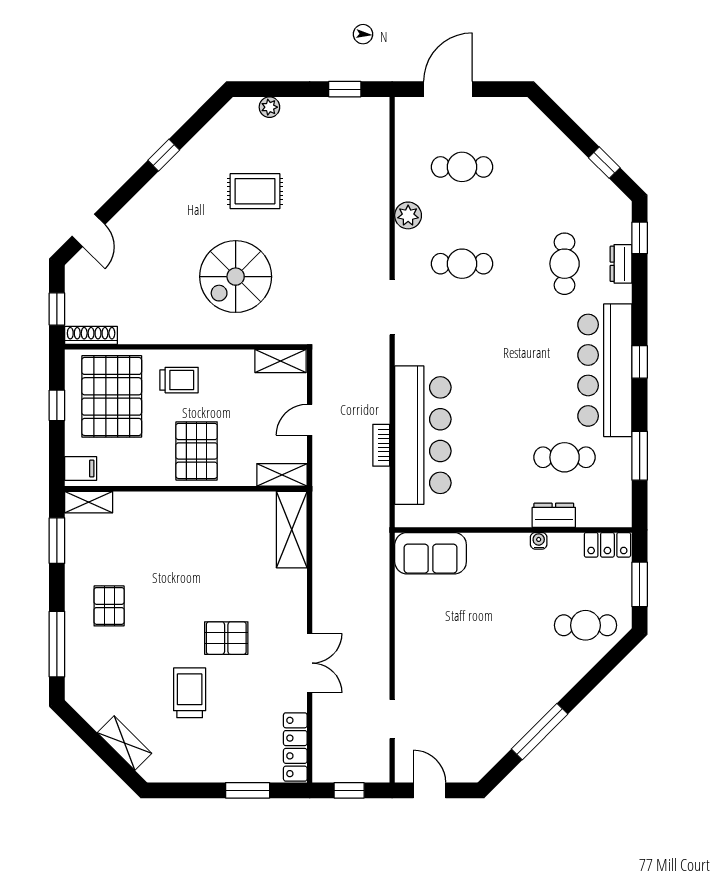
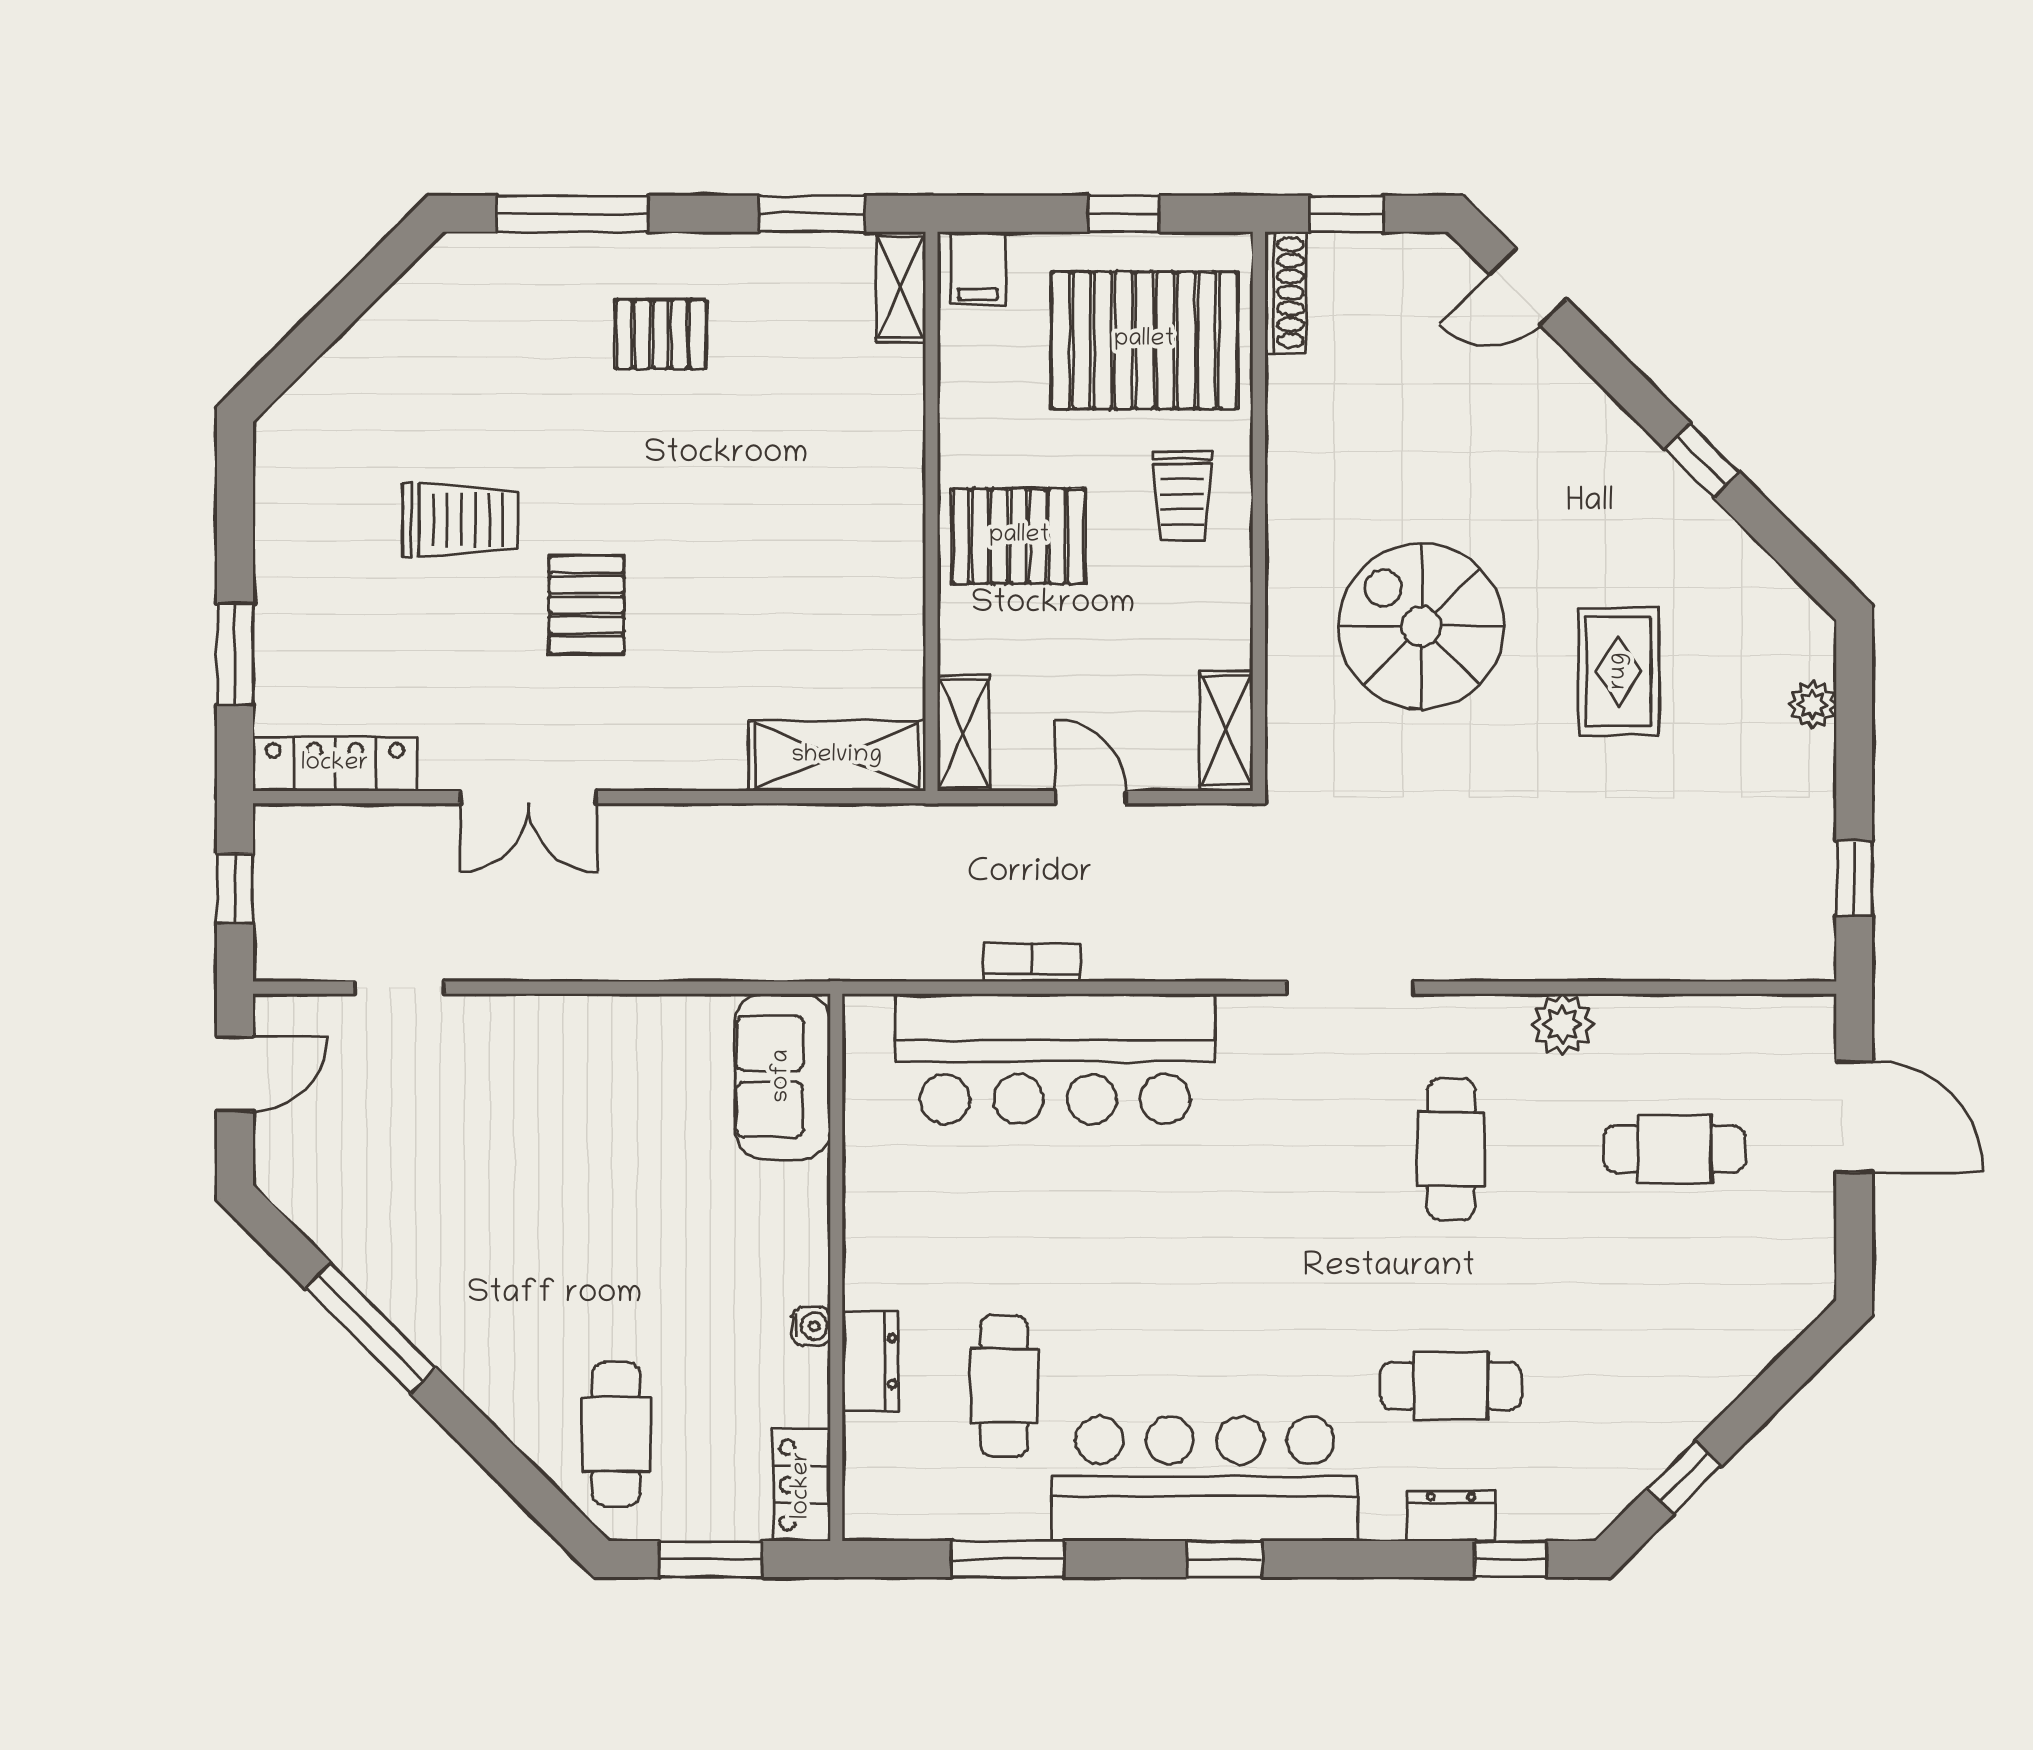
cafe table: (462, 167) -> (1674, 1149), turned 90
shelving: (124, 743) -> (344, 370), removed

